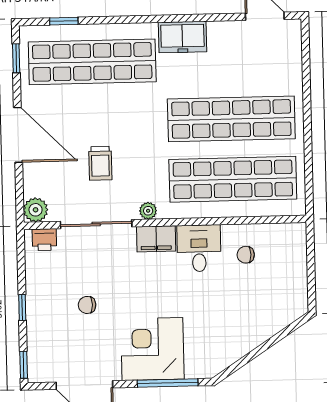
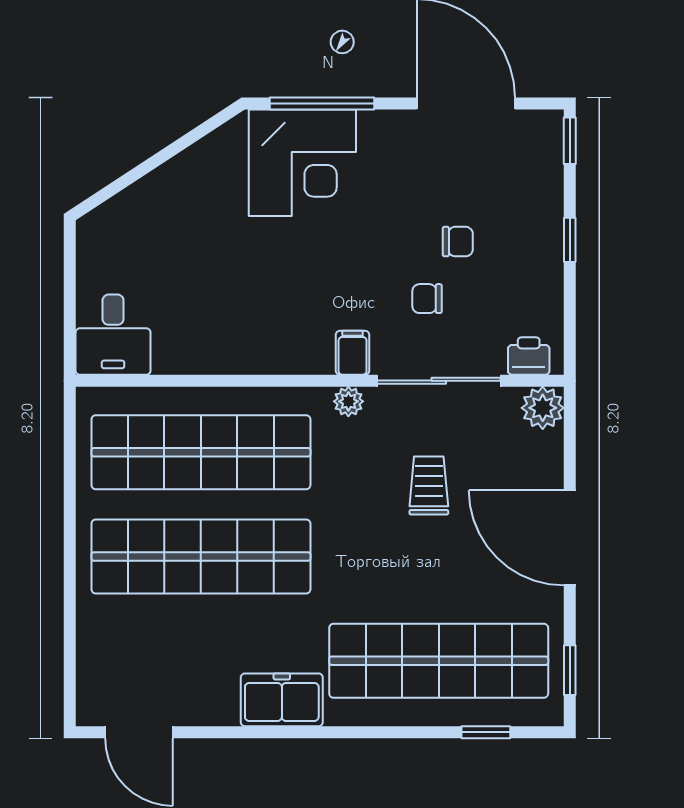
filing cabinet: (156, 239) -> (353, 353), width x0.50
desk: (199, 248) -> (113, 335), moved
chair: (246, 255) -> (427, 299), moved, turned 180
corner desk: (152, 349) -> (302, 163), moved

